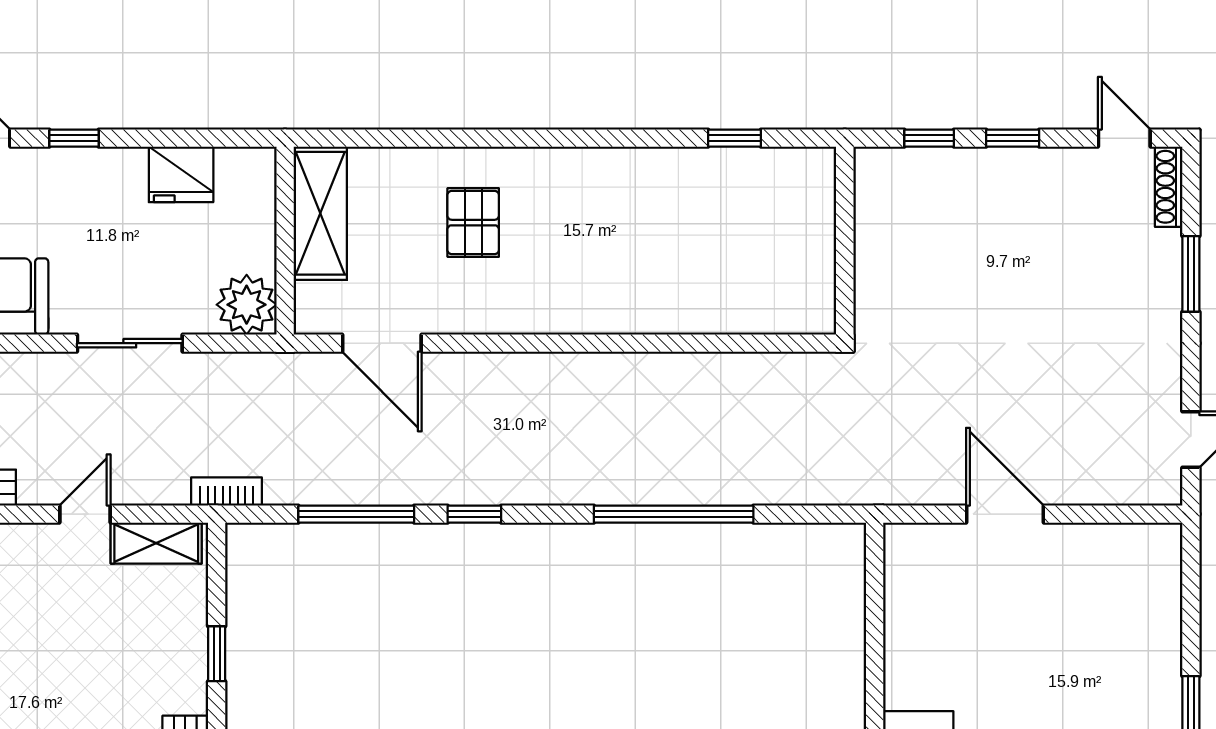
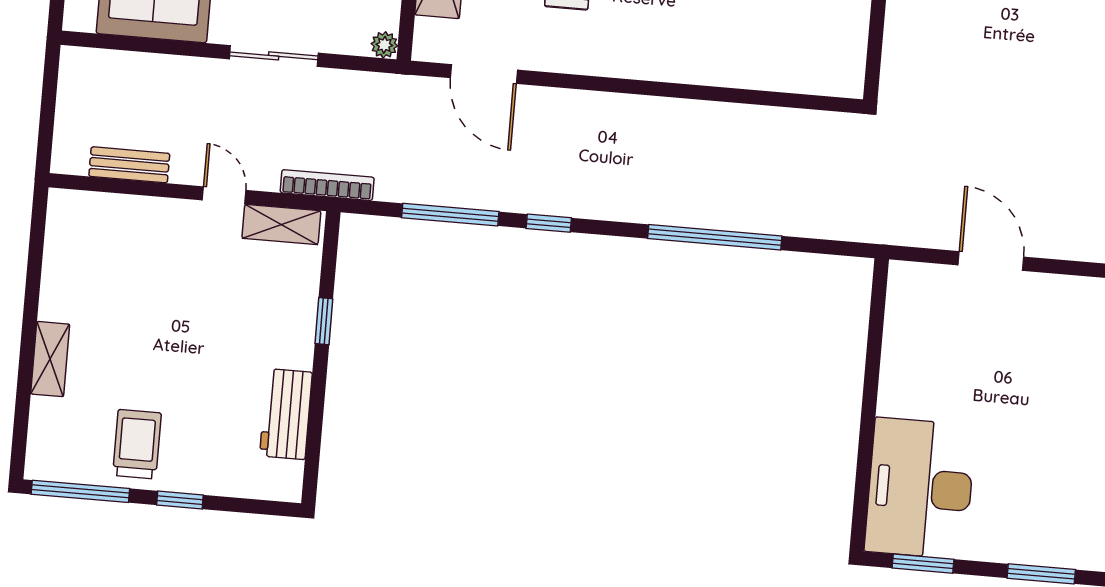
plant: (247, 305) -> (384, 45), width x0.53, depth x0.53
bookcase: (227, 491) -> (327, 185), width x1.56
door: (85, 514) -> (224, 195), hinge flipped

